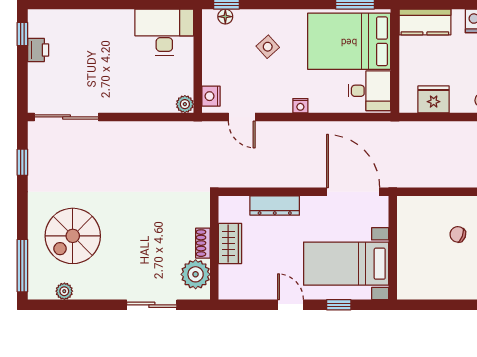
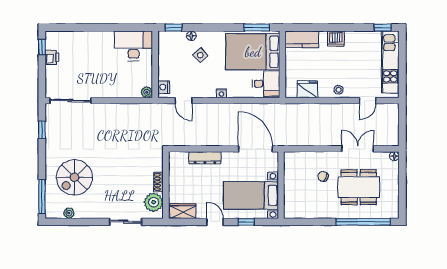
floor lamp: (225, 17) -> (191, 36), moved
wardrobe: (230, 244) -> (183, 211), moved, turned -90

